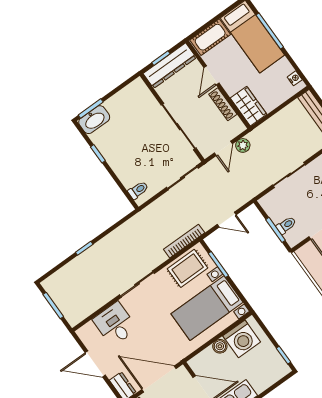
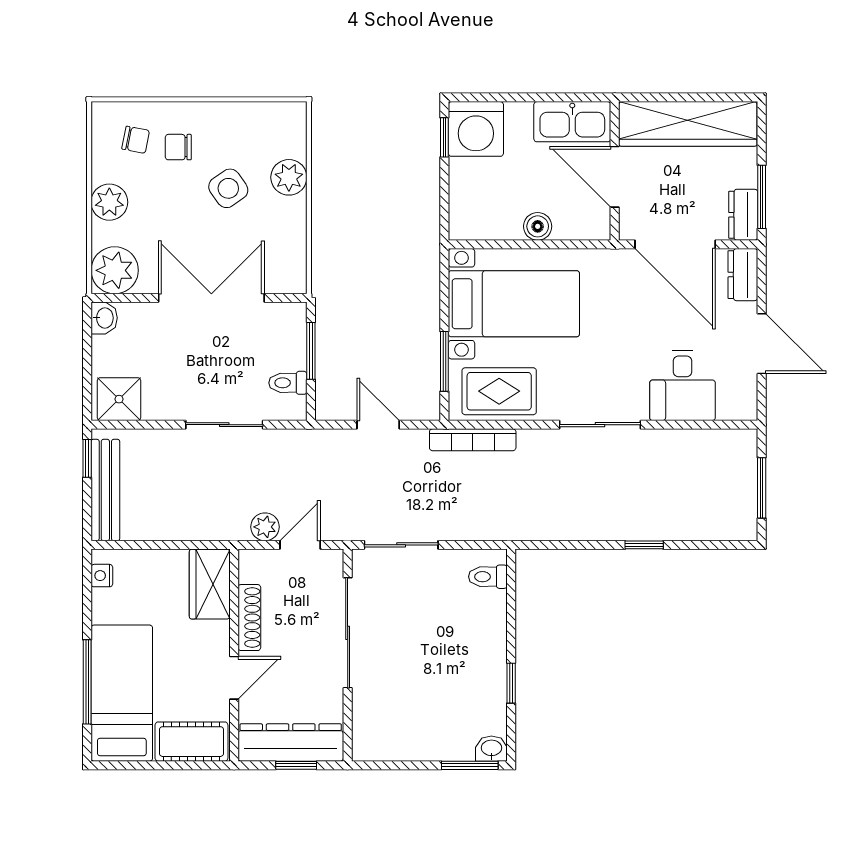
washbasin: (94, 120) -> (491, 749), width x0.52, depth x0.69
toilet: (286, 225) -> (288, 383), moved
washing machine: (242, 339) -> (476, 129), moved, turned 180

